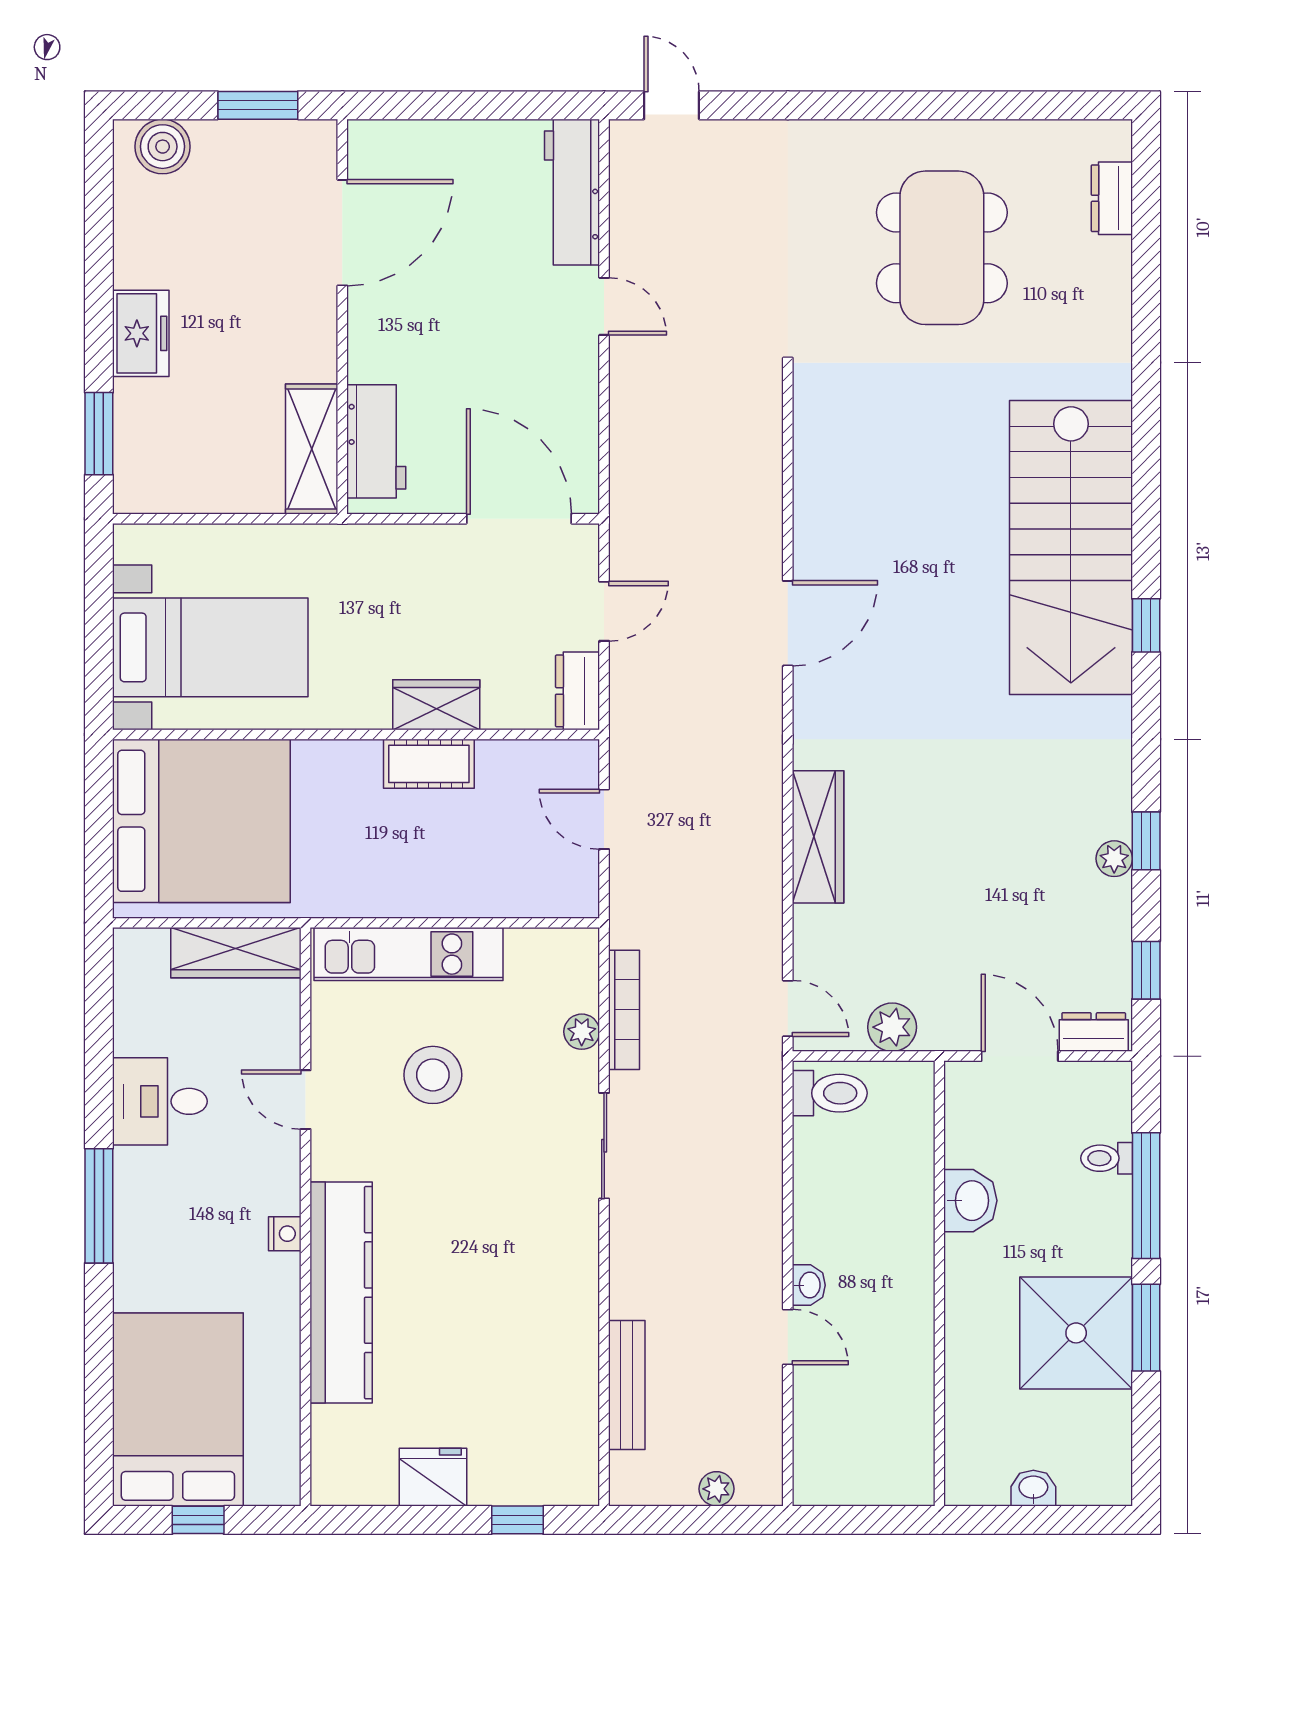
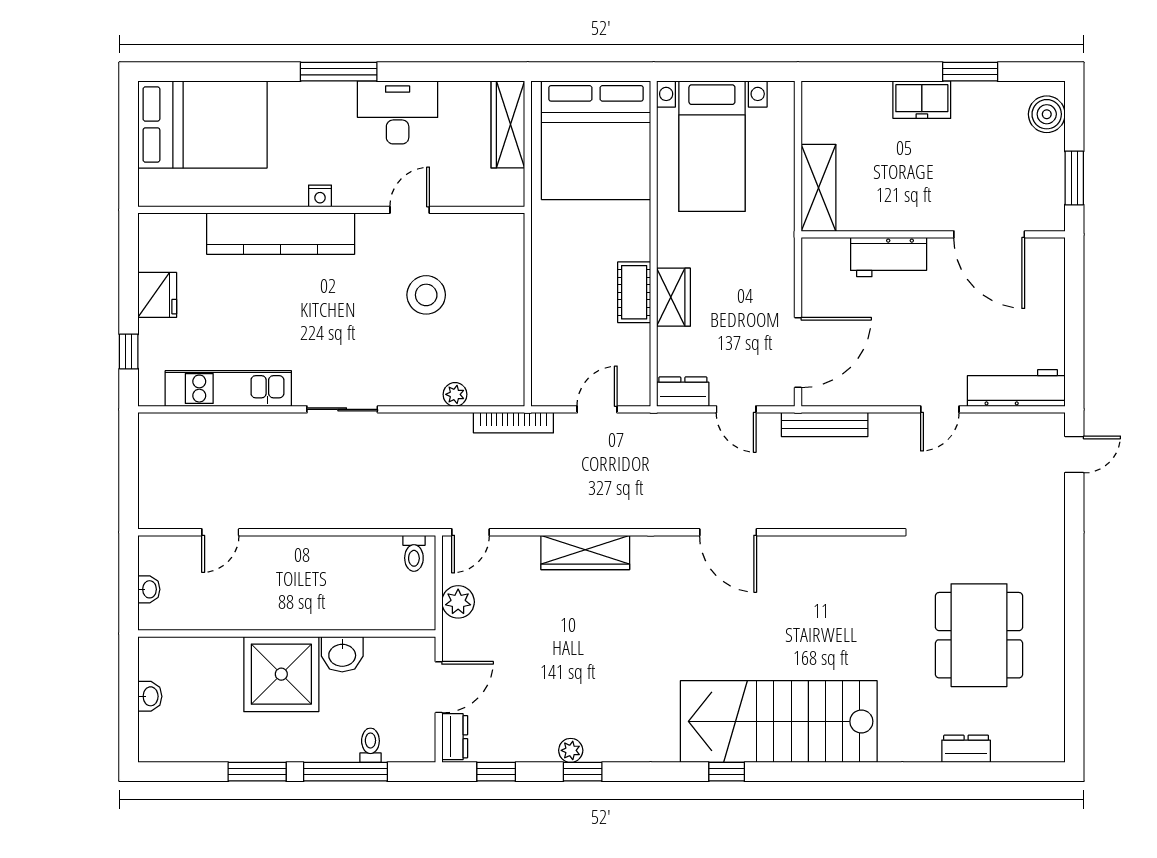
dresser: (1112, 198) -> (966, 749), moved
dining table: (942, 248) -> (979, 635), turned 90
window: (99, 434) -> (970, 72), moved
workbench: (376, 441) -> (889, 257), moved
shelving: (312, 449) -> (818, 188), moved, turned 90
wardrobe: (236, 953) -> (508, 124), moved
kitchen unit: (408, 954) -> (228, 389), moved, turned 90
bookcase: (624, 1010) -> (513, 423), moved
toilet: (830, 1093) -> (414, 553), width x0.73, depth x0.72
desk: (160, 1101) -> (398, 112), width x1.37
sliding door: (604, 1146) -> (342, 409), moved
washbasin: (809, 1285) -> (149, 589), moved, turned -90
shower: (1076, 1333) -> (281, 674), moved
door: (788, 1337) -> (220, 532), moved
bench: (627, 1385) -> (825, 425), moved
plant: (716, 1489) -> (149, 485), removed
window: (198, 1520) -> (129, 138), removed

